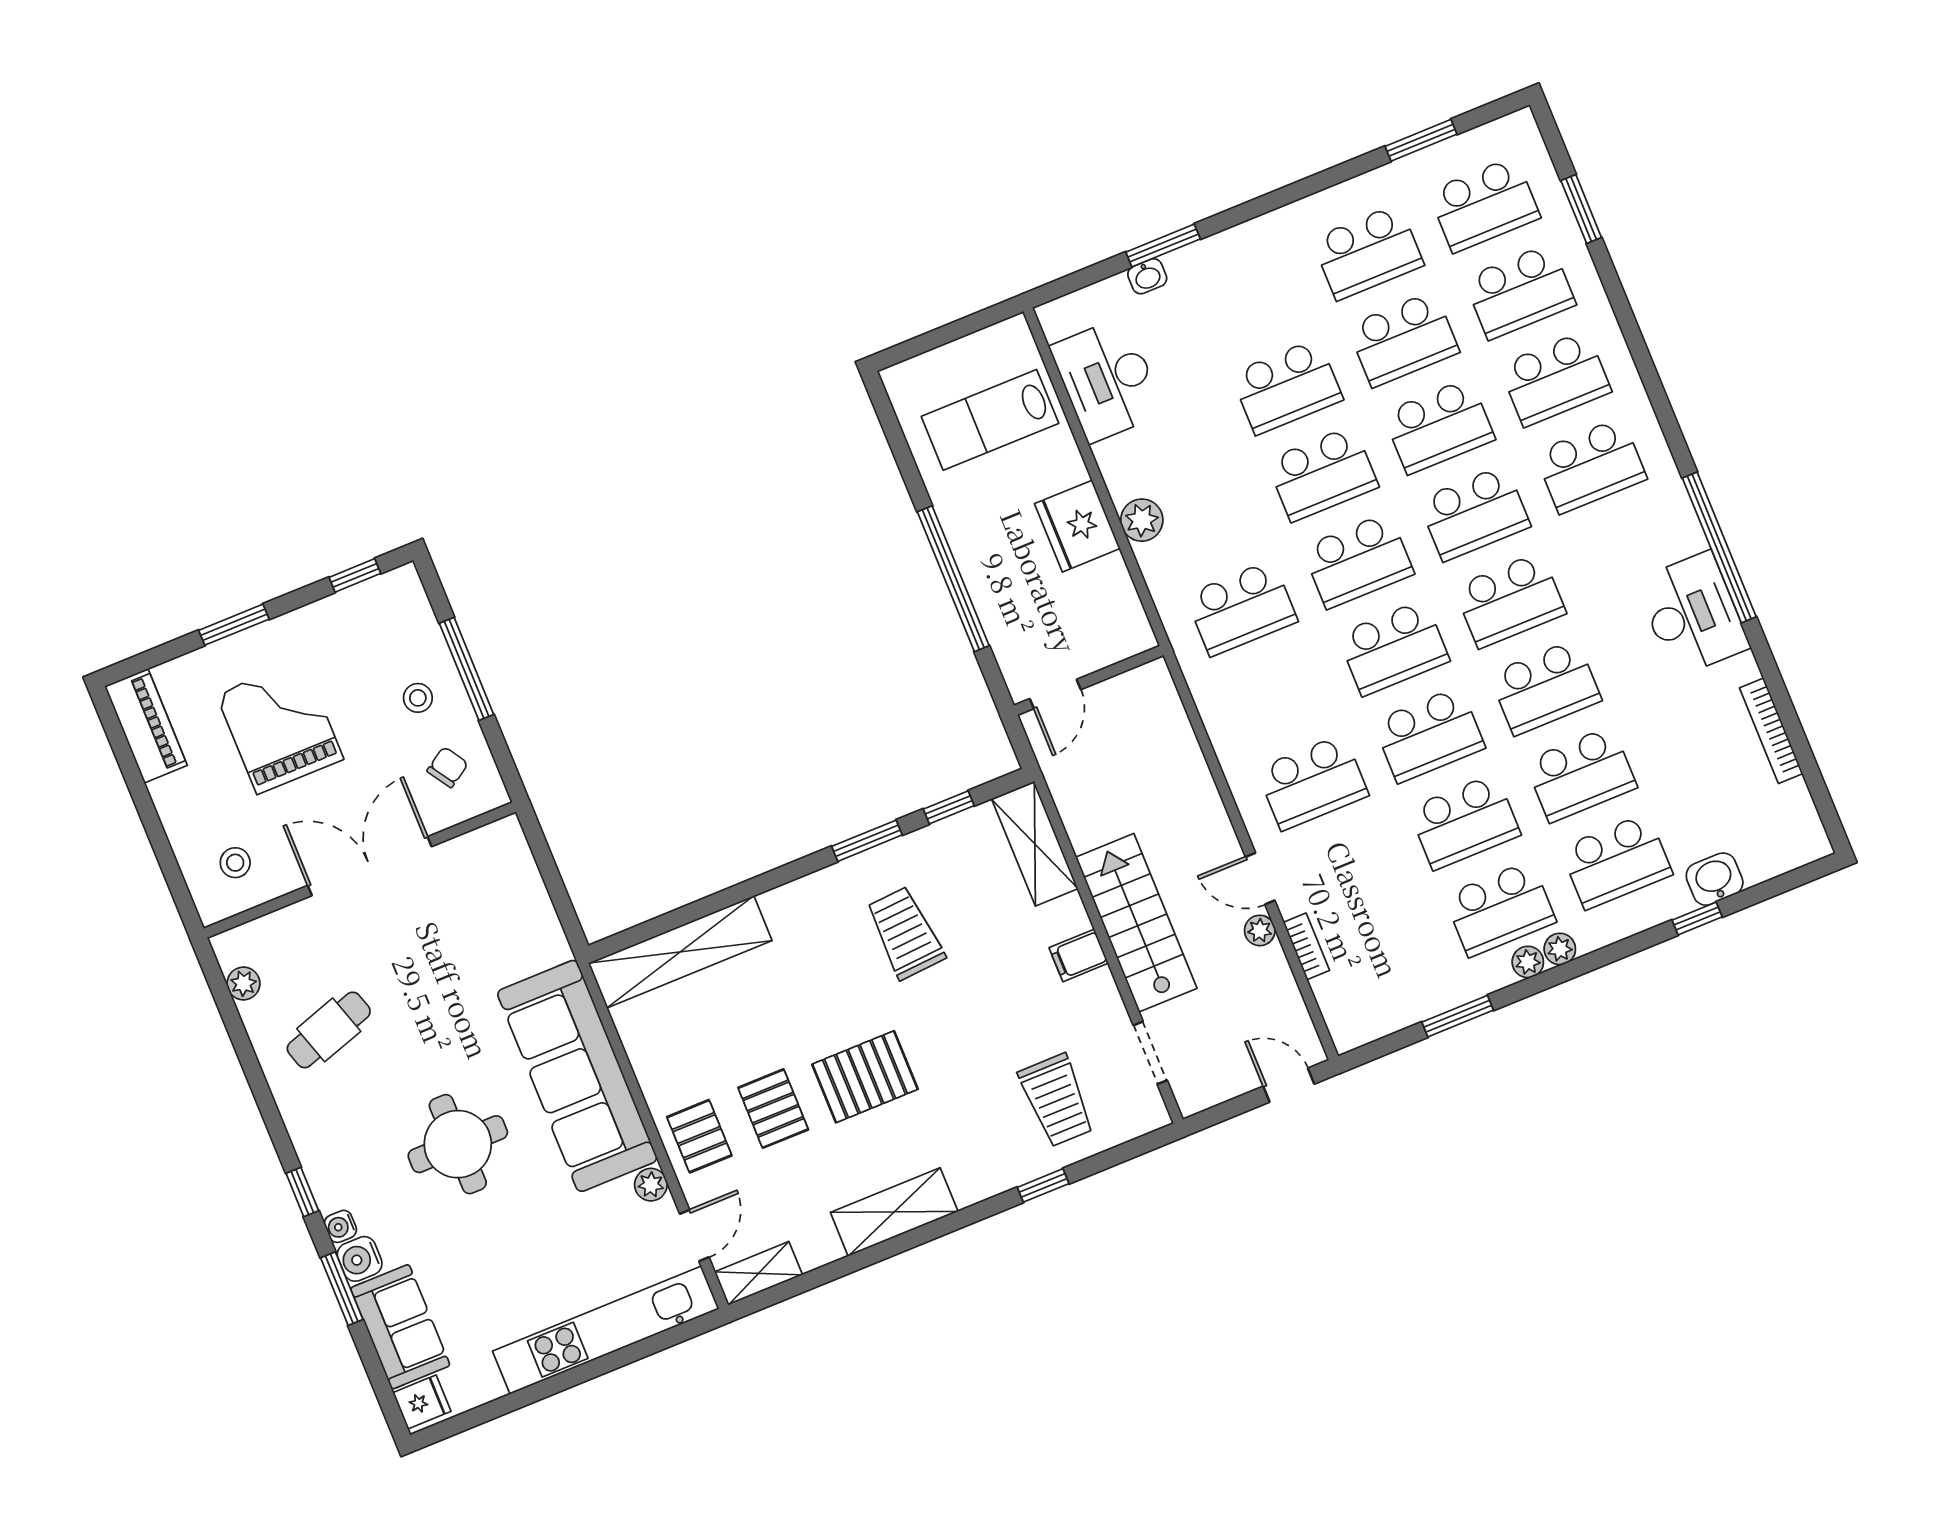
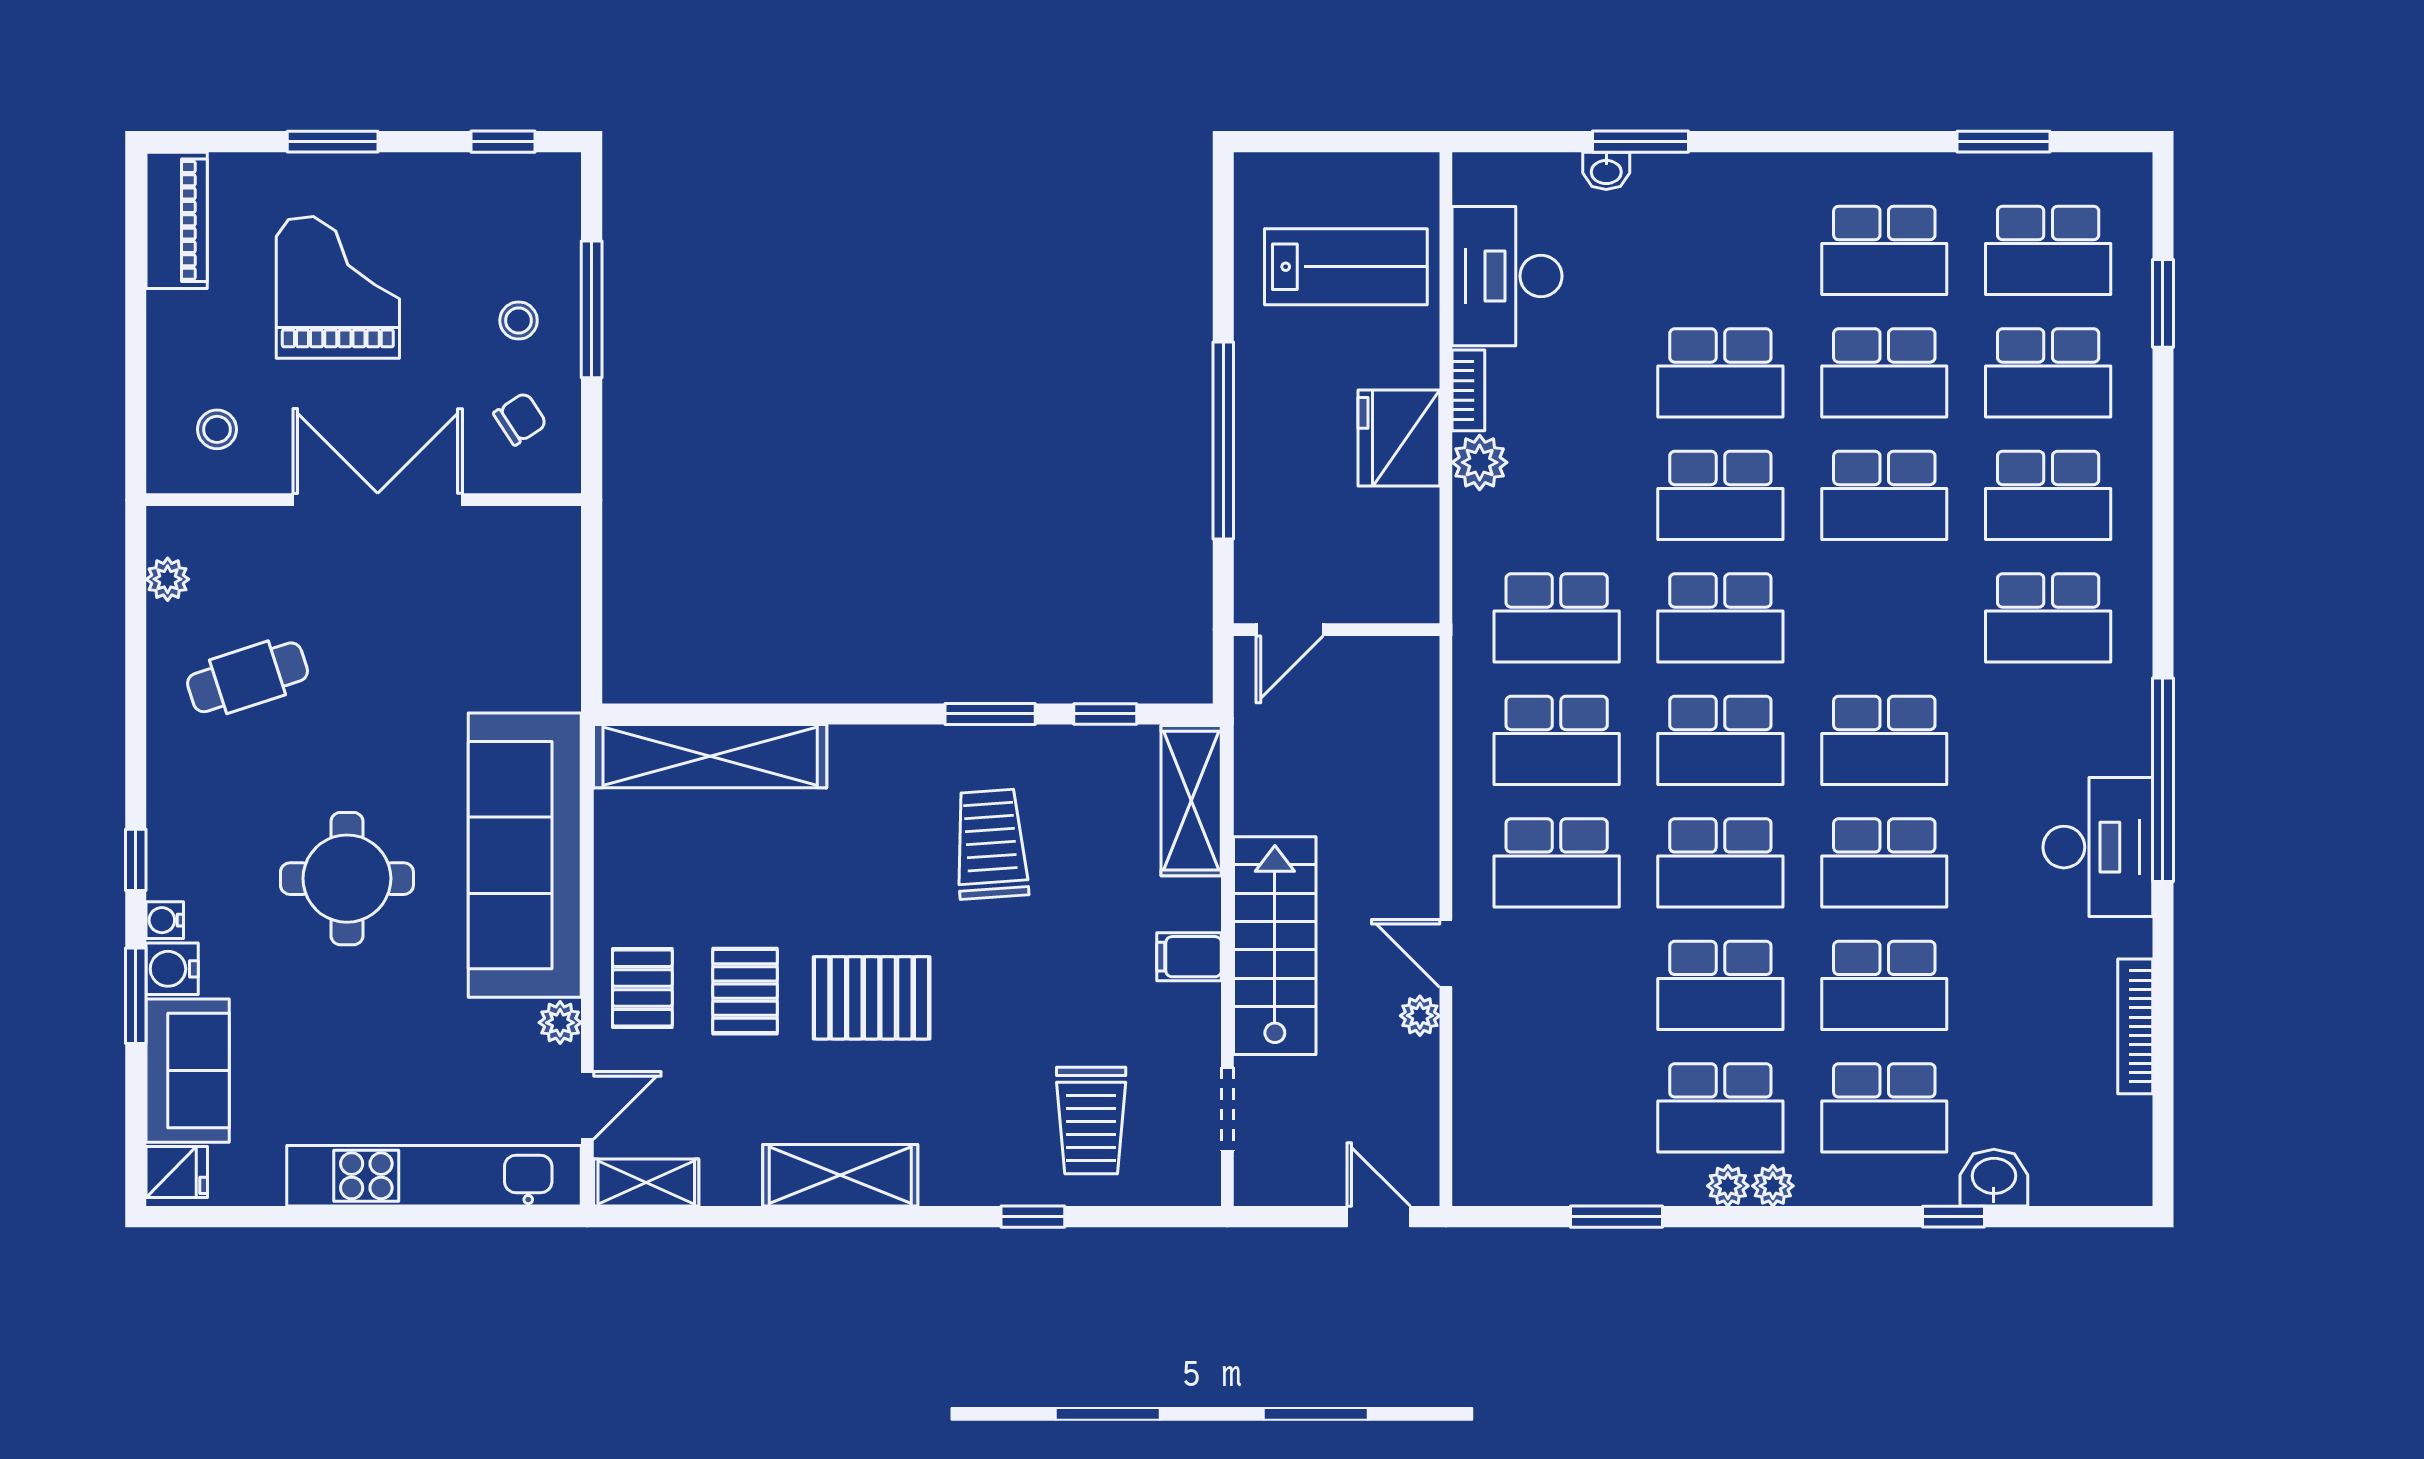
lab bench: (990, 420) -> (1346, 267), turned 180
school desk: (1474, 513) -> (1557, 740), moved
bookcase: (1306, 946) -> (1468, 390), moved

